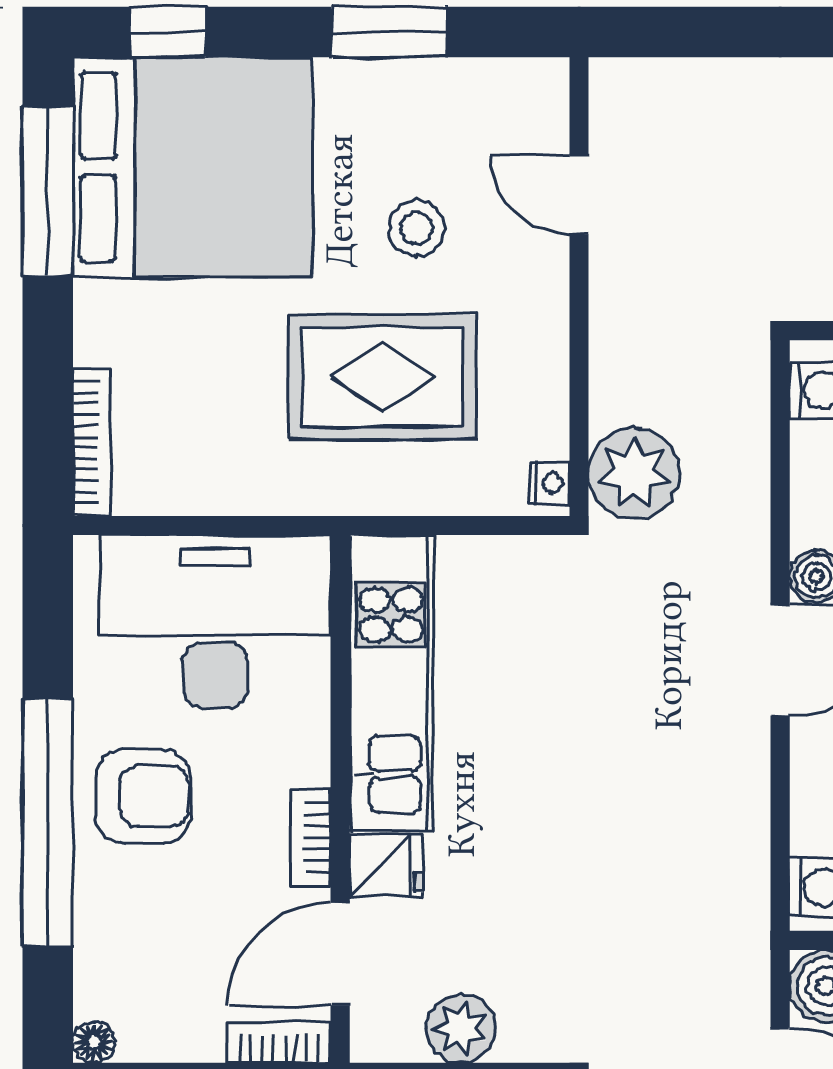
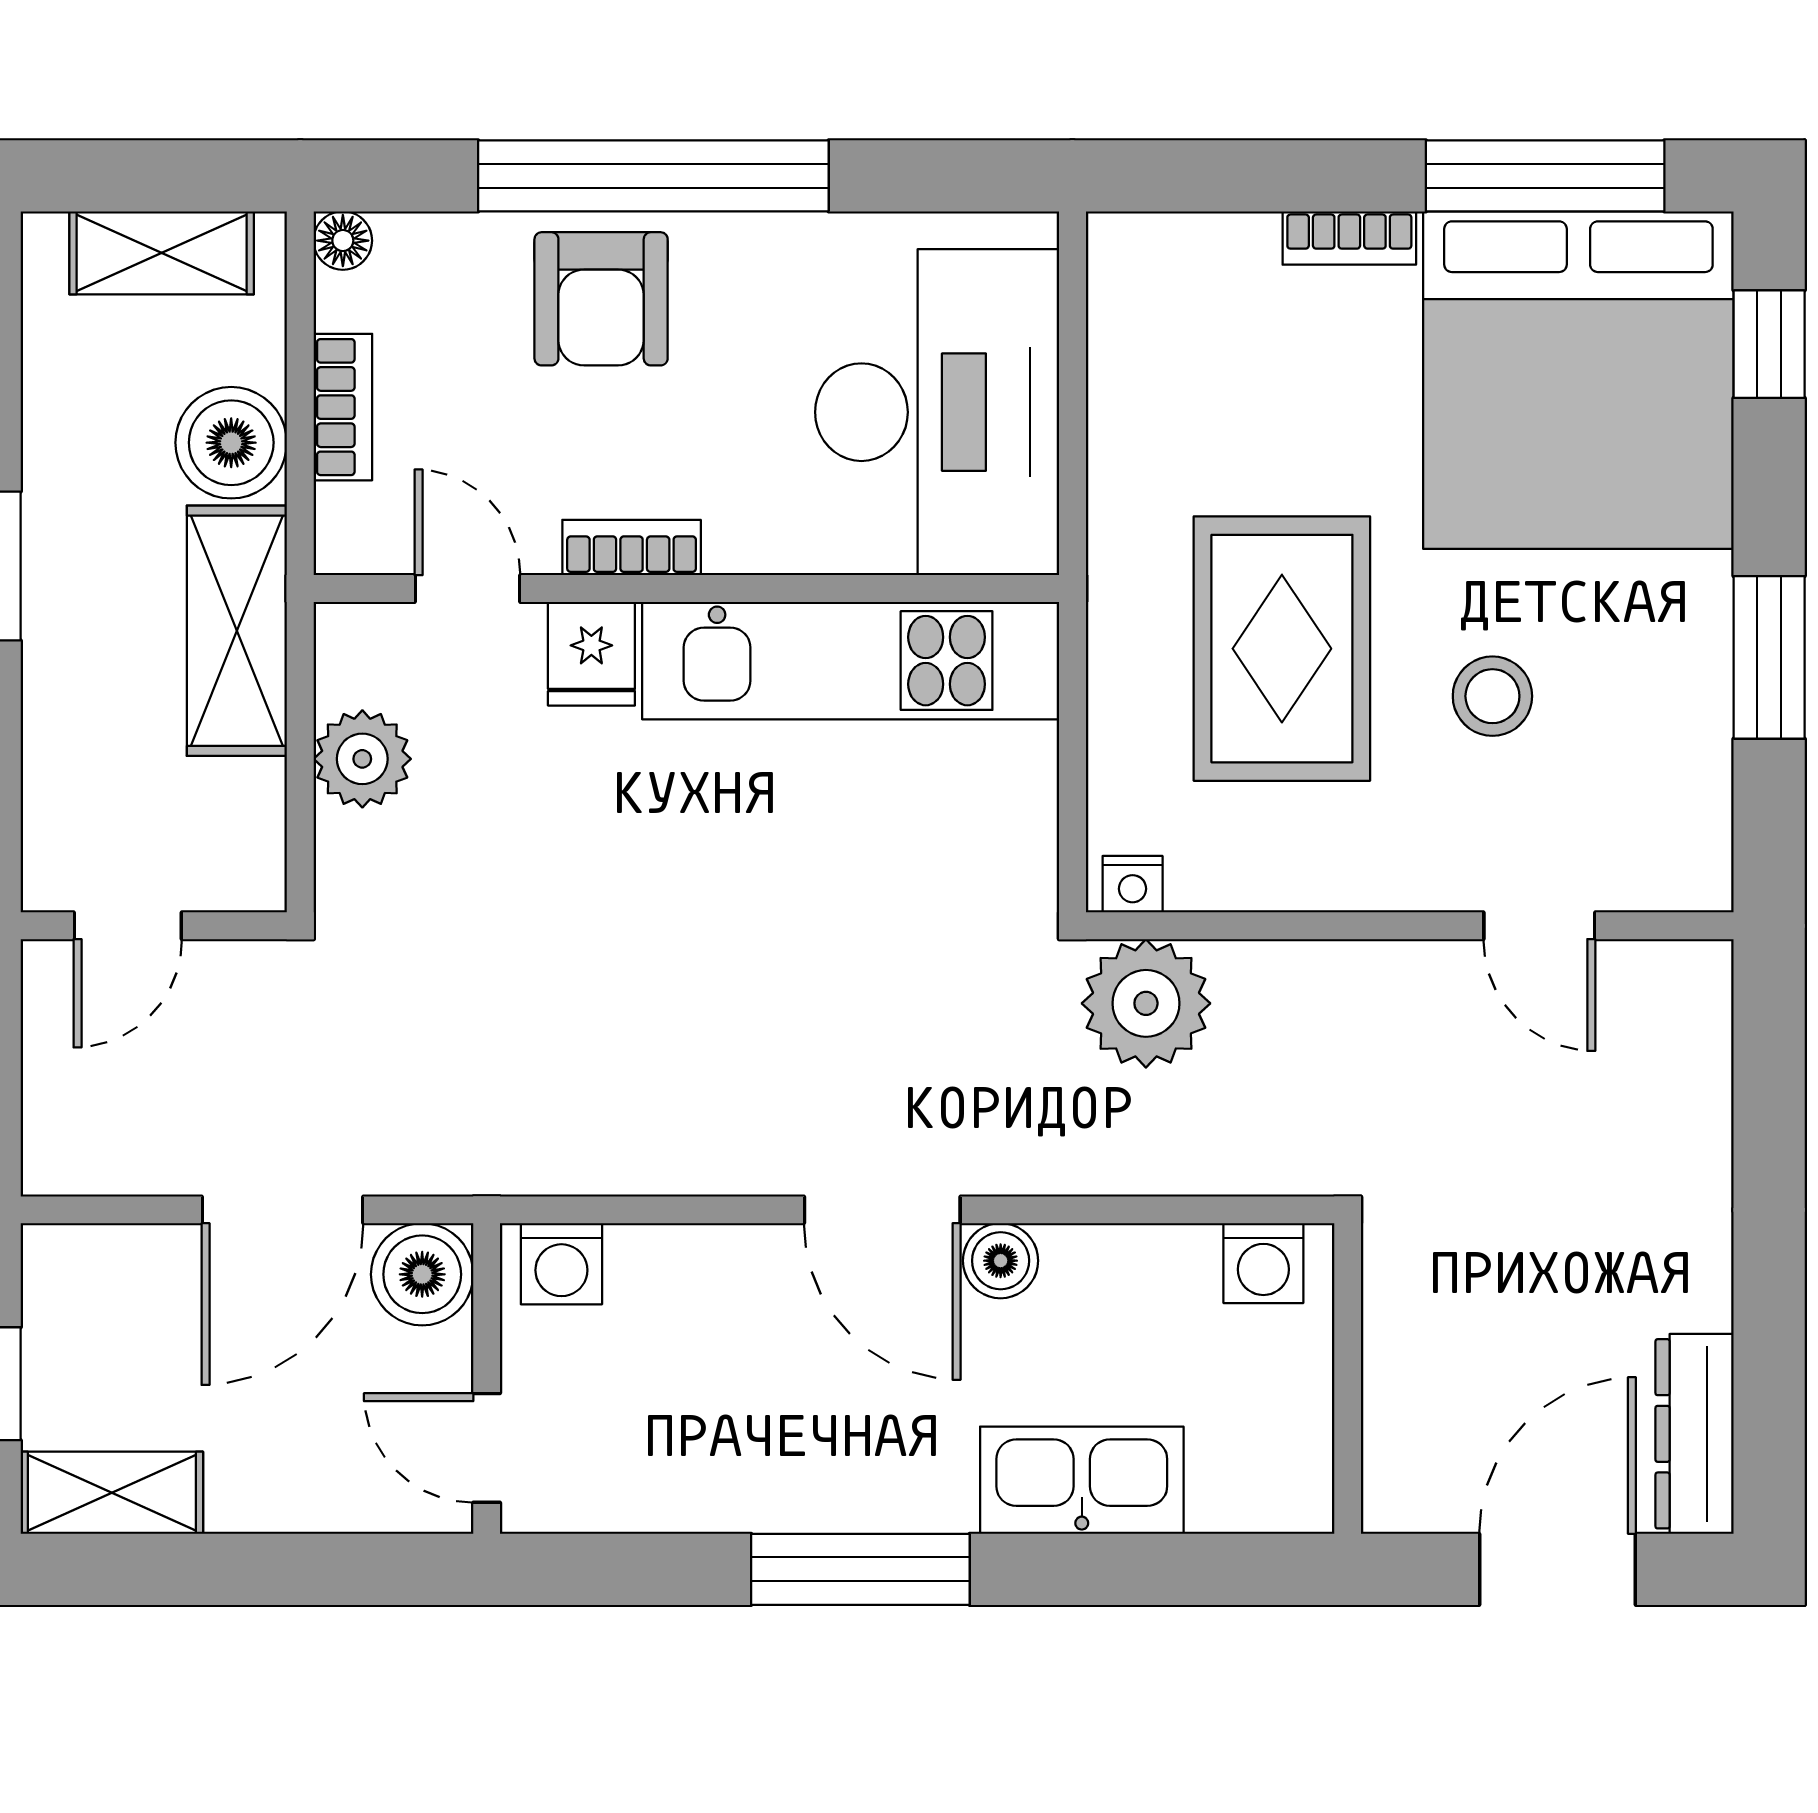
door: (579, 195) -> (1539, 926), swing flipped
bookcase: (92, 442) -> (1349, 238), moved, width x0.64
armchair: (143, 796) -> (601, 299), moved
door: (340, 954) -> (467, 589), width x0.73
bookcase: (279, 1042) -> (343, 407), moved

